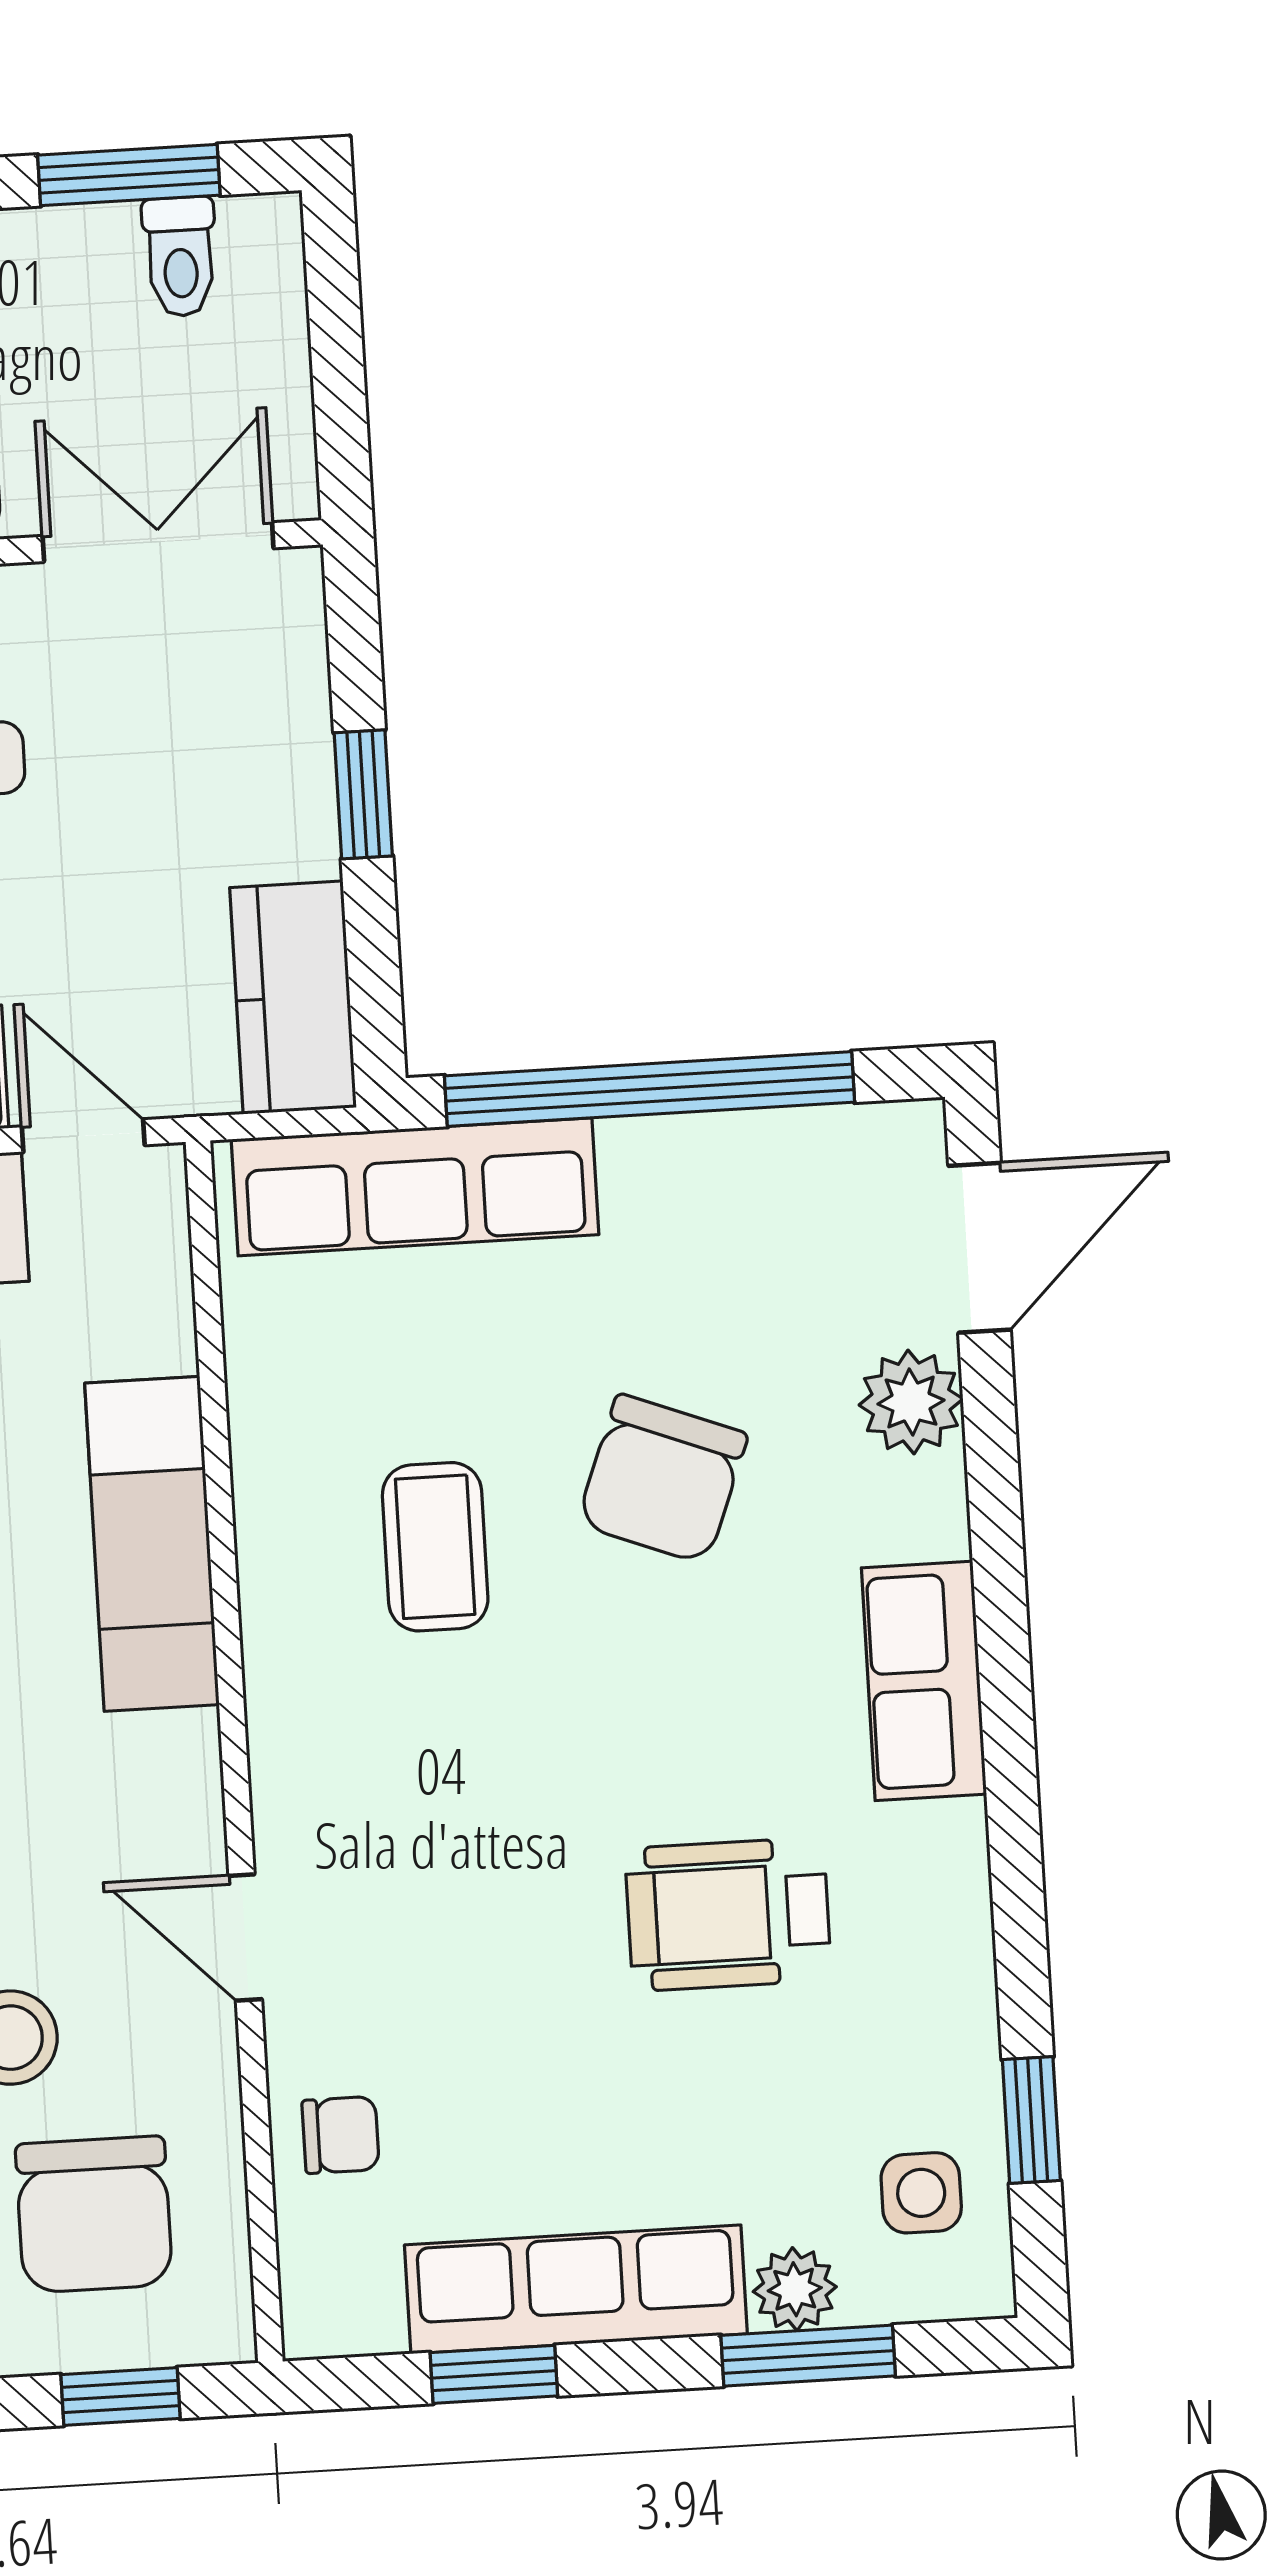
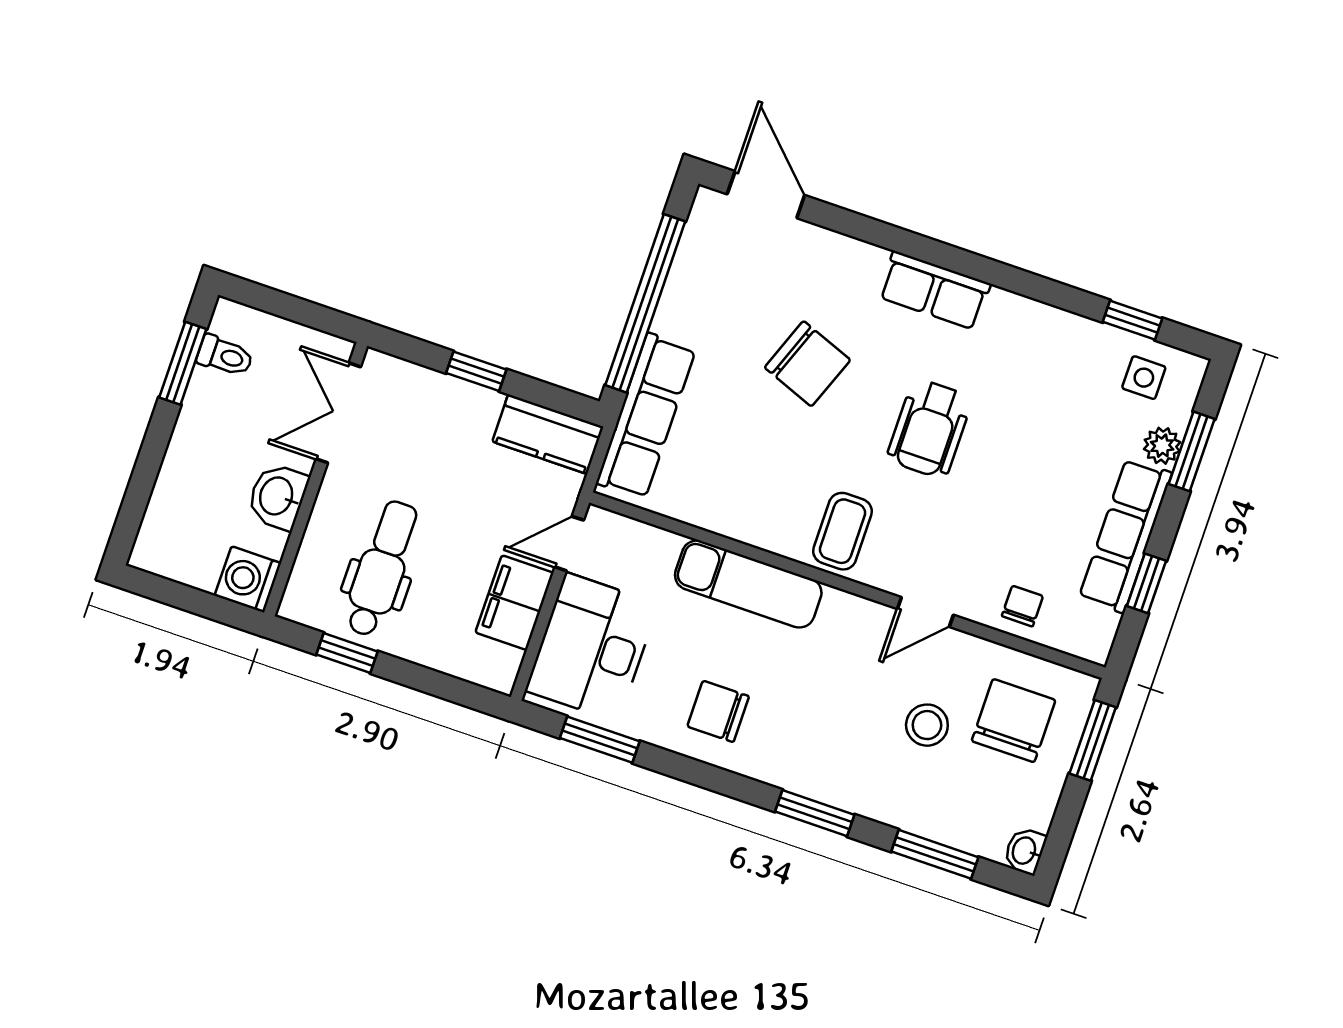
plant: (911, 1402) -> (818, 249), removed
coffee table: (435, 1547) -> (842, 531), moved, turned 90
wheelchair: (728, 1914) -> (929, 429), moved
chair: (94, 2214) -> (1014, 721), turned -90
window: (120, 2397) -> (1093, 740), width x1.50

